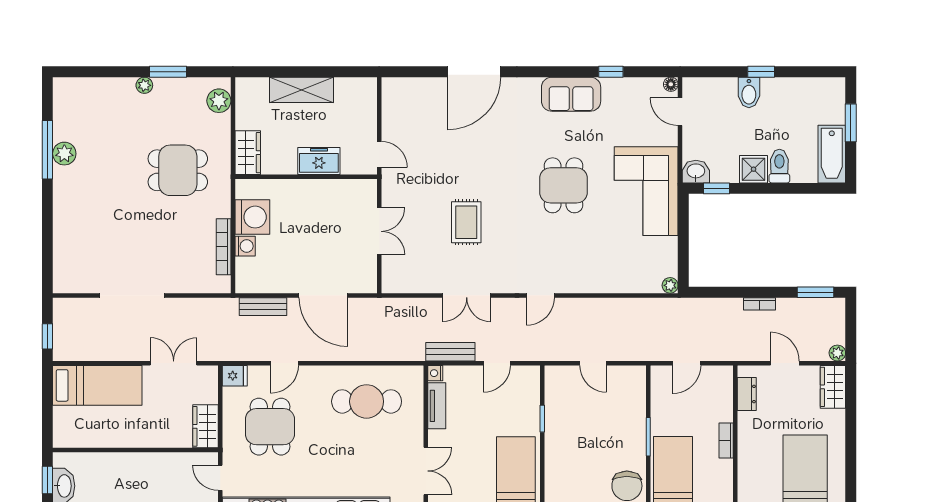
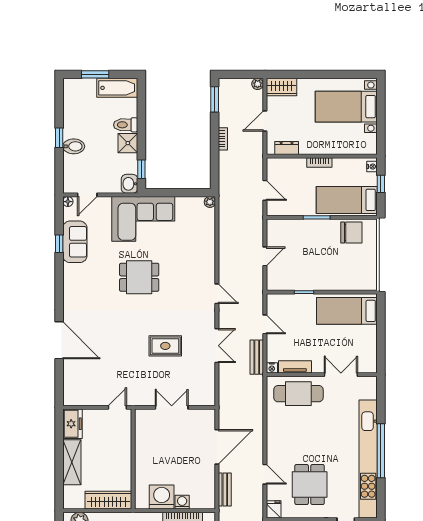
sofa: (571, 94) -> (75, 242), moved
wardrobe: (248, 153) -> (108, 500), width x1.50
freezer: (319, 161) -> (72, 424), moved, turned 180
cafe table: (367, 401) -> (298, 394), moved, turned 90
dining table: (270, 427) -> (310, 485), turned 90

